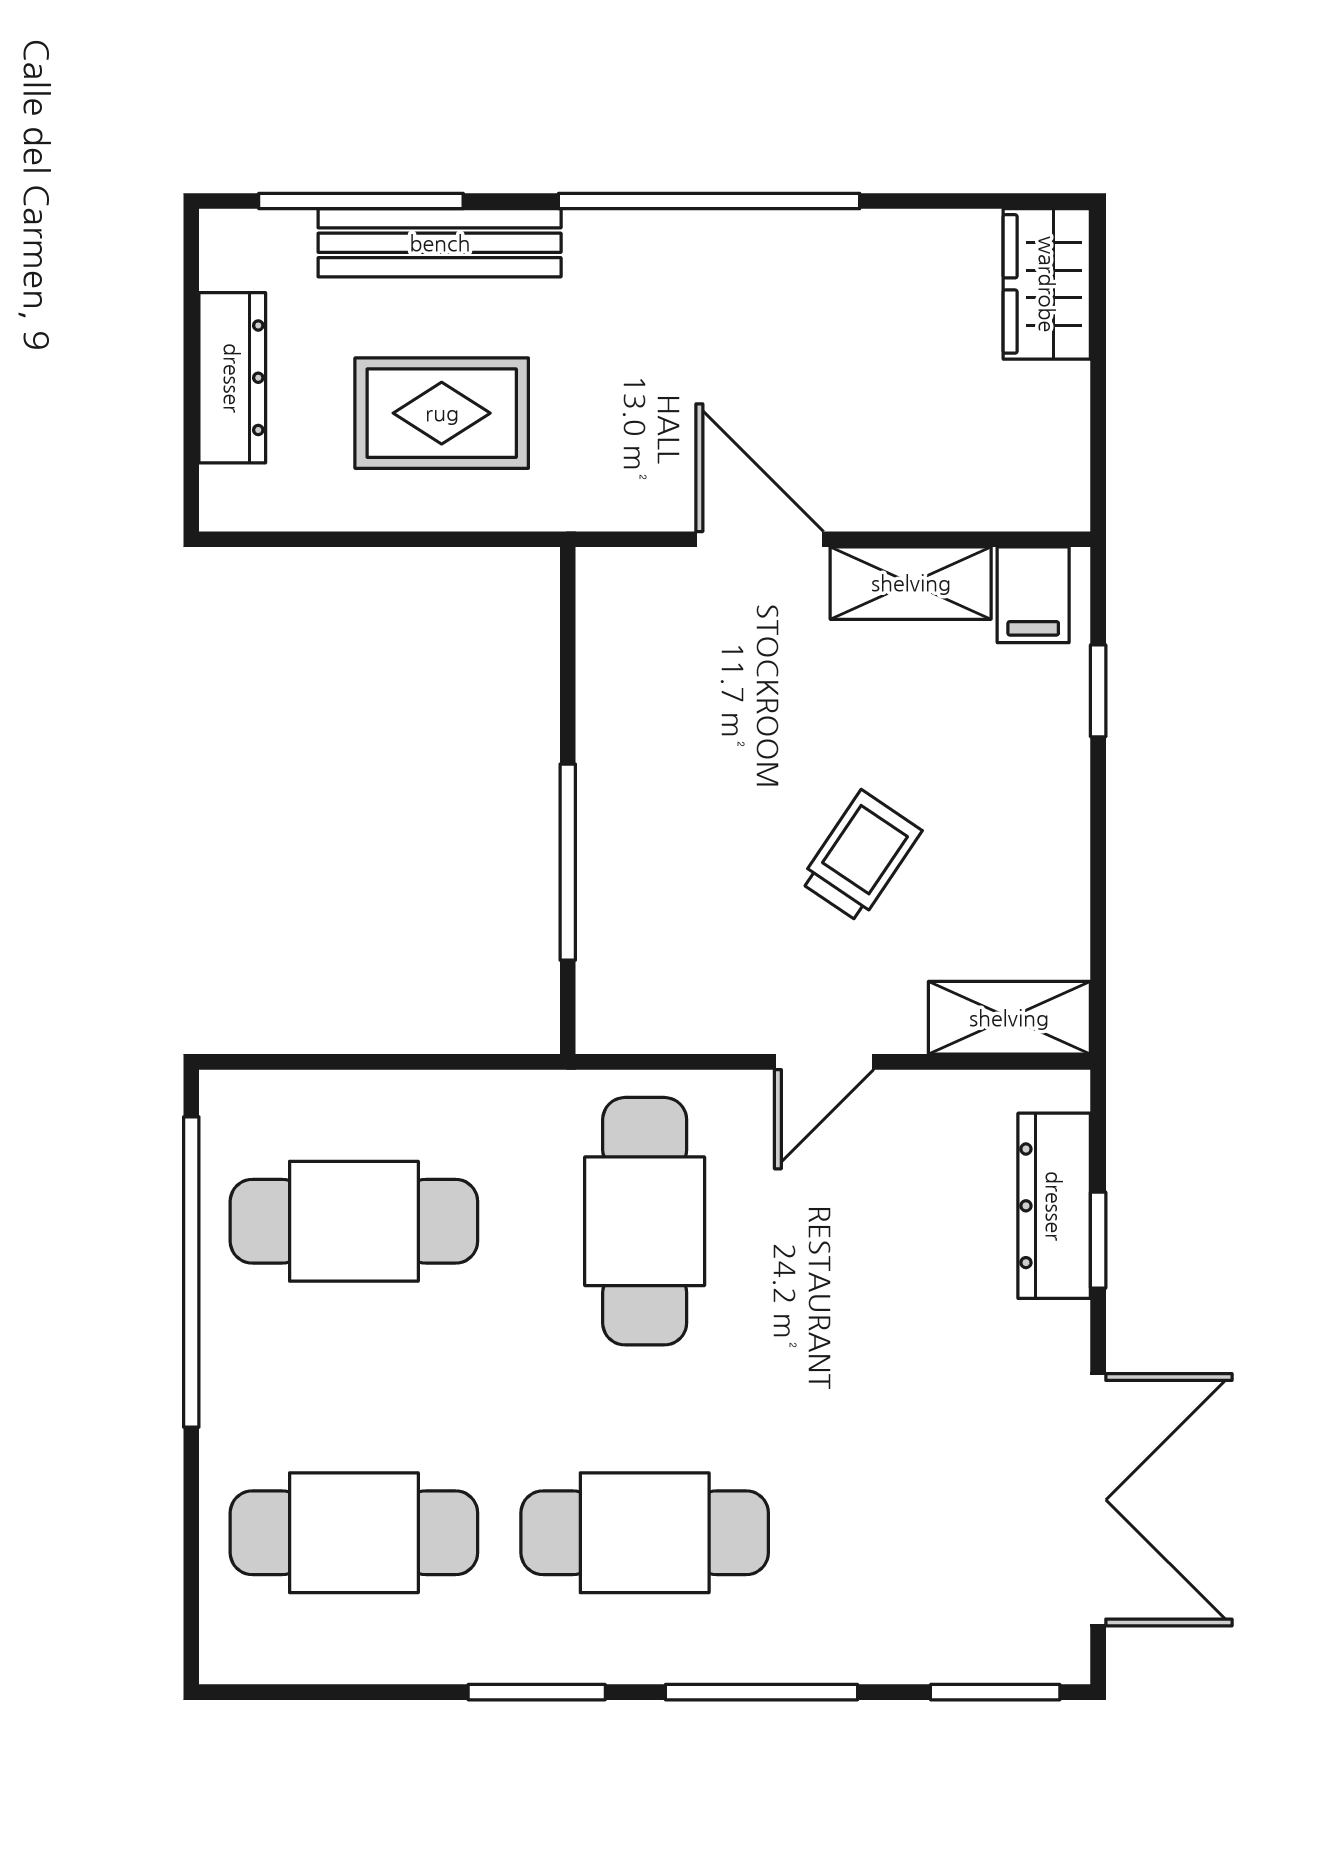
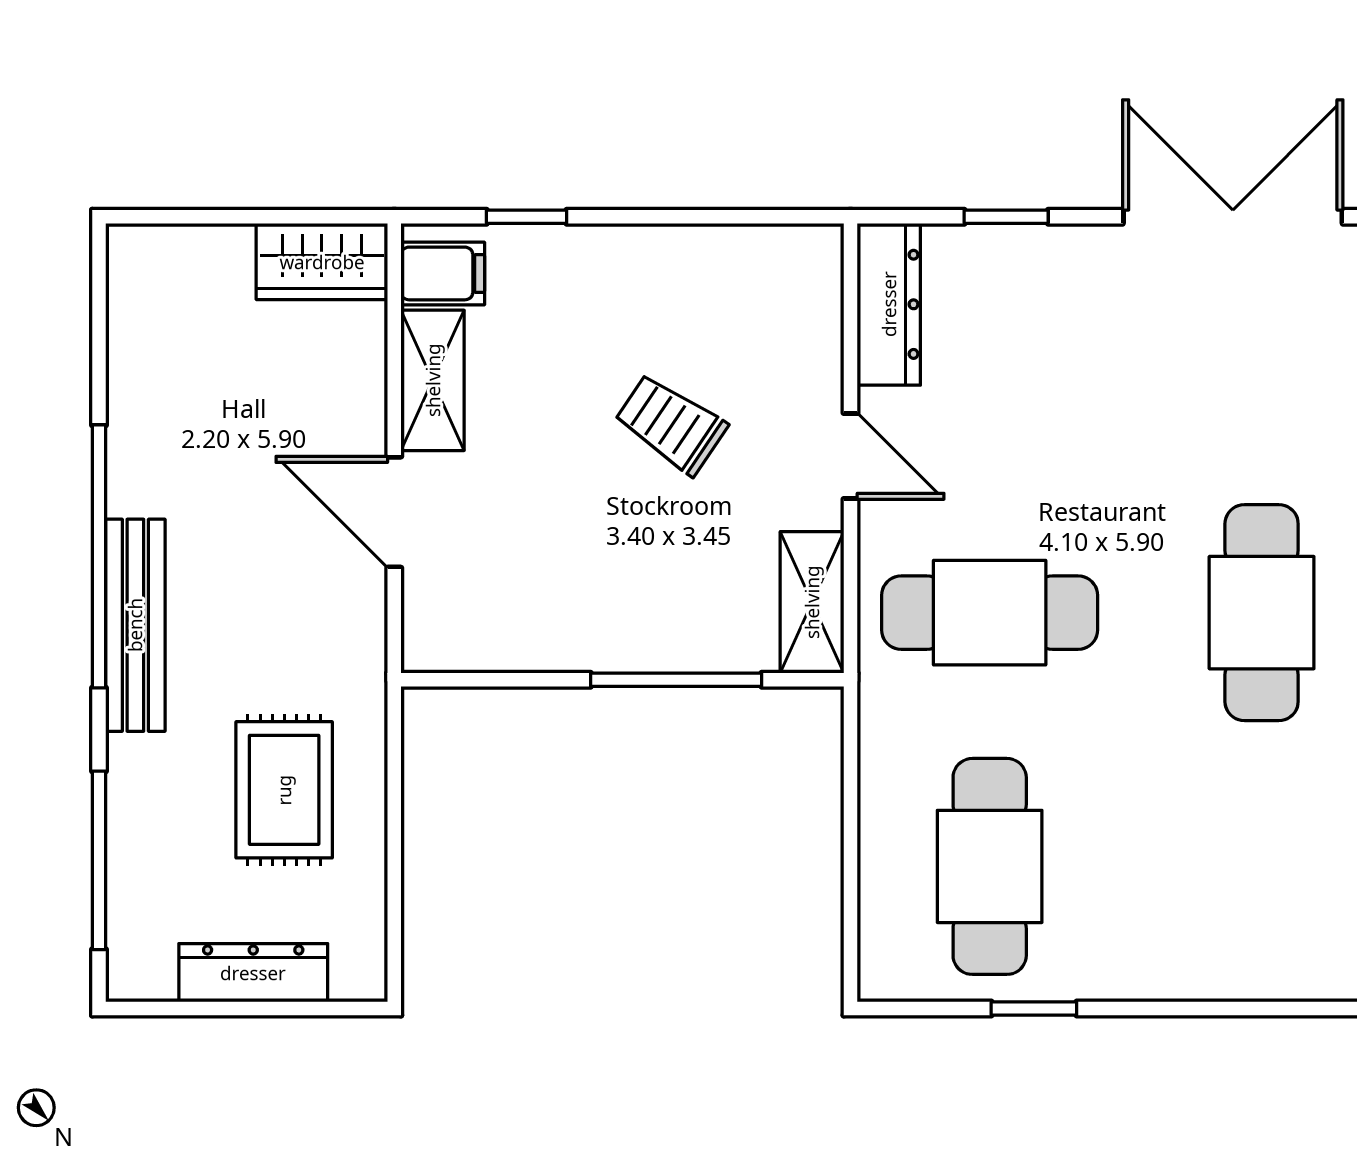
bench: (440, 243) -> (135, 625), moved
wardrobe: (1047, 284) -> (322, 262), moved
door: (760, 539) -> (394, 512), hinge flipped
shelving: (1009, 1018) -> (812, 602), moved
dresser: (1054, 1206) -> (889, 304), moved, turned -90
window: (191, 1272) -> (1034, 1009), width x0.32
cafe table: (354, 1533) -> (1262, 866), removed

